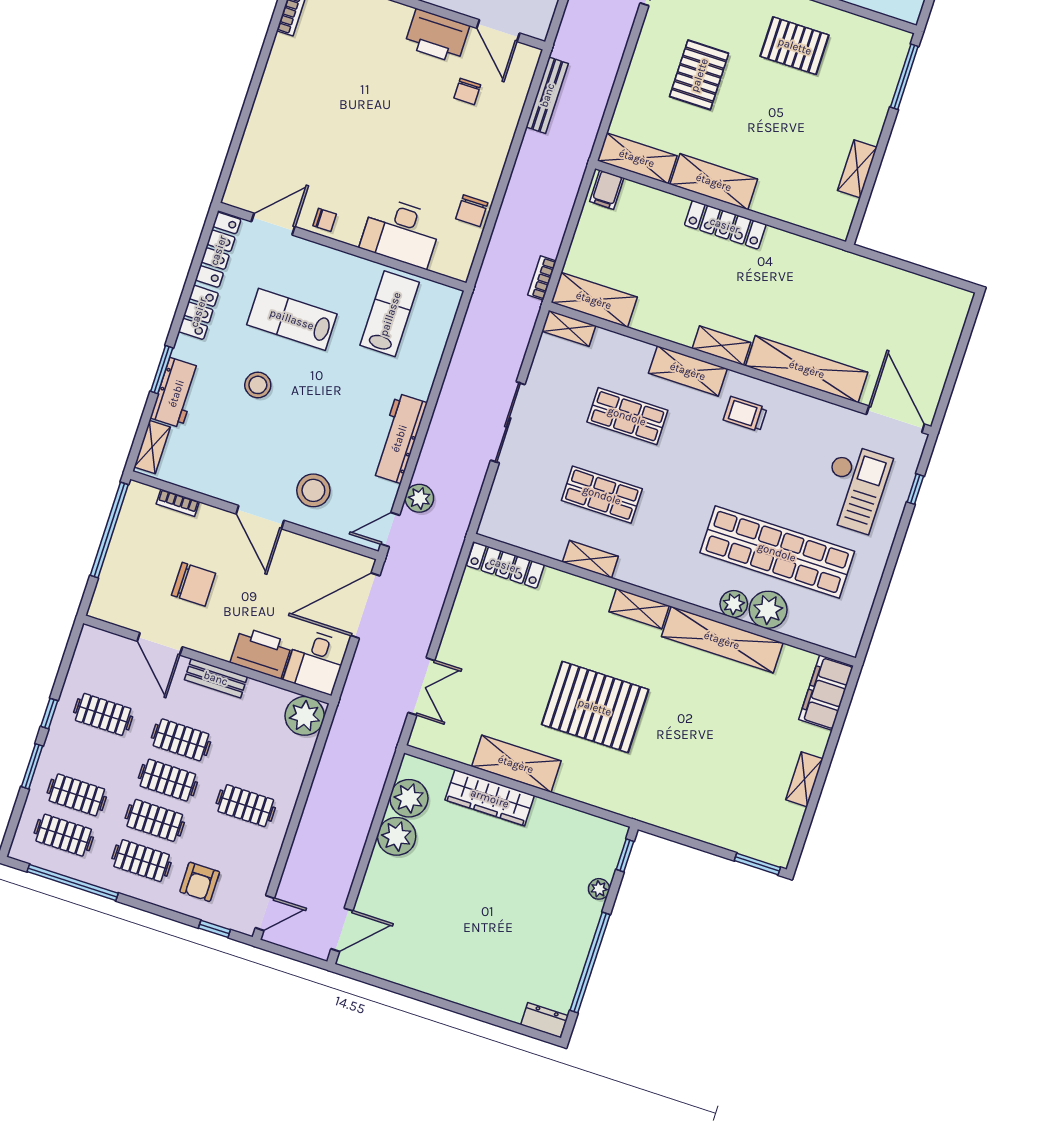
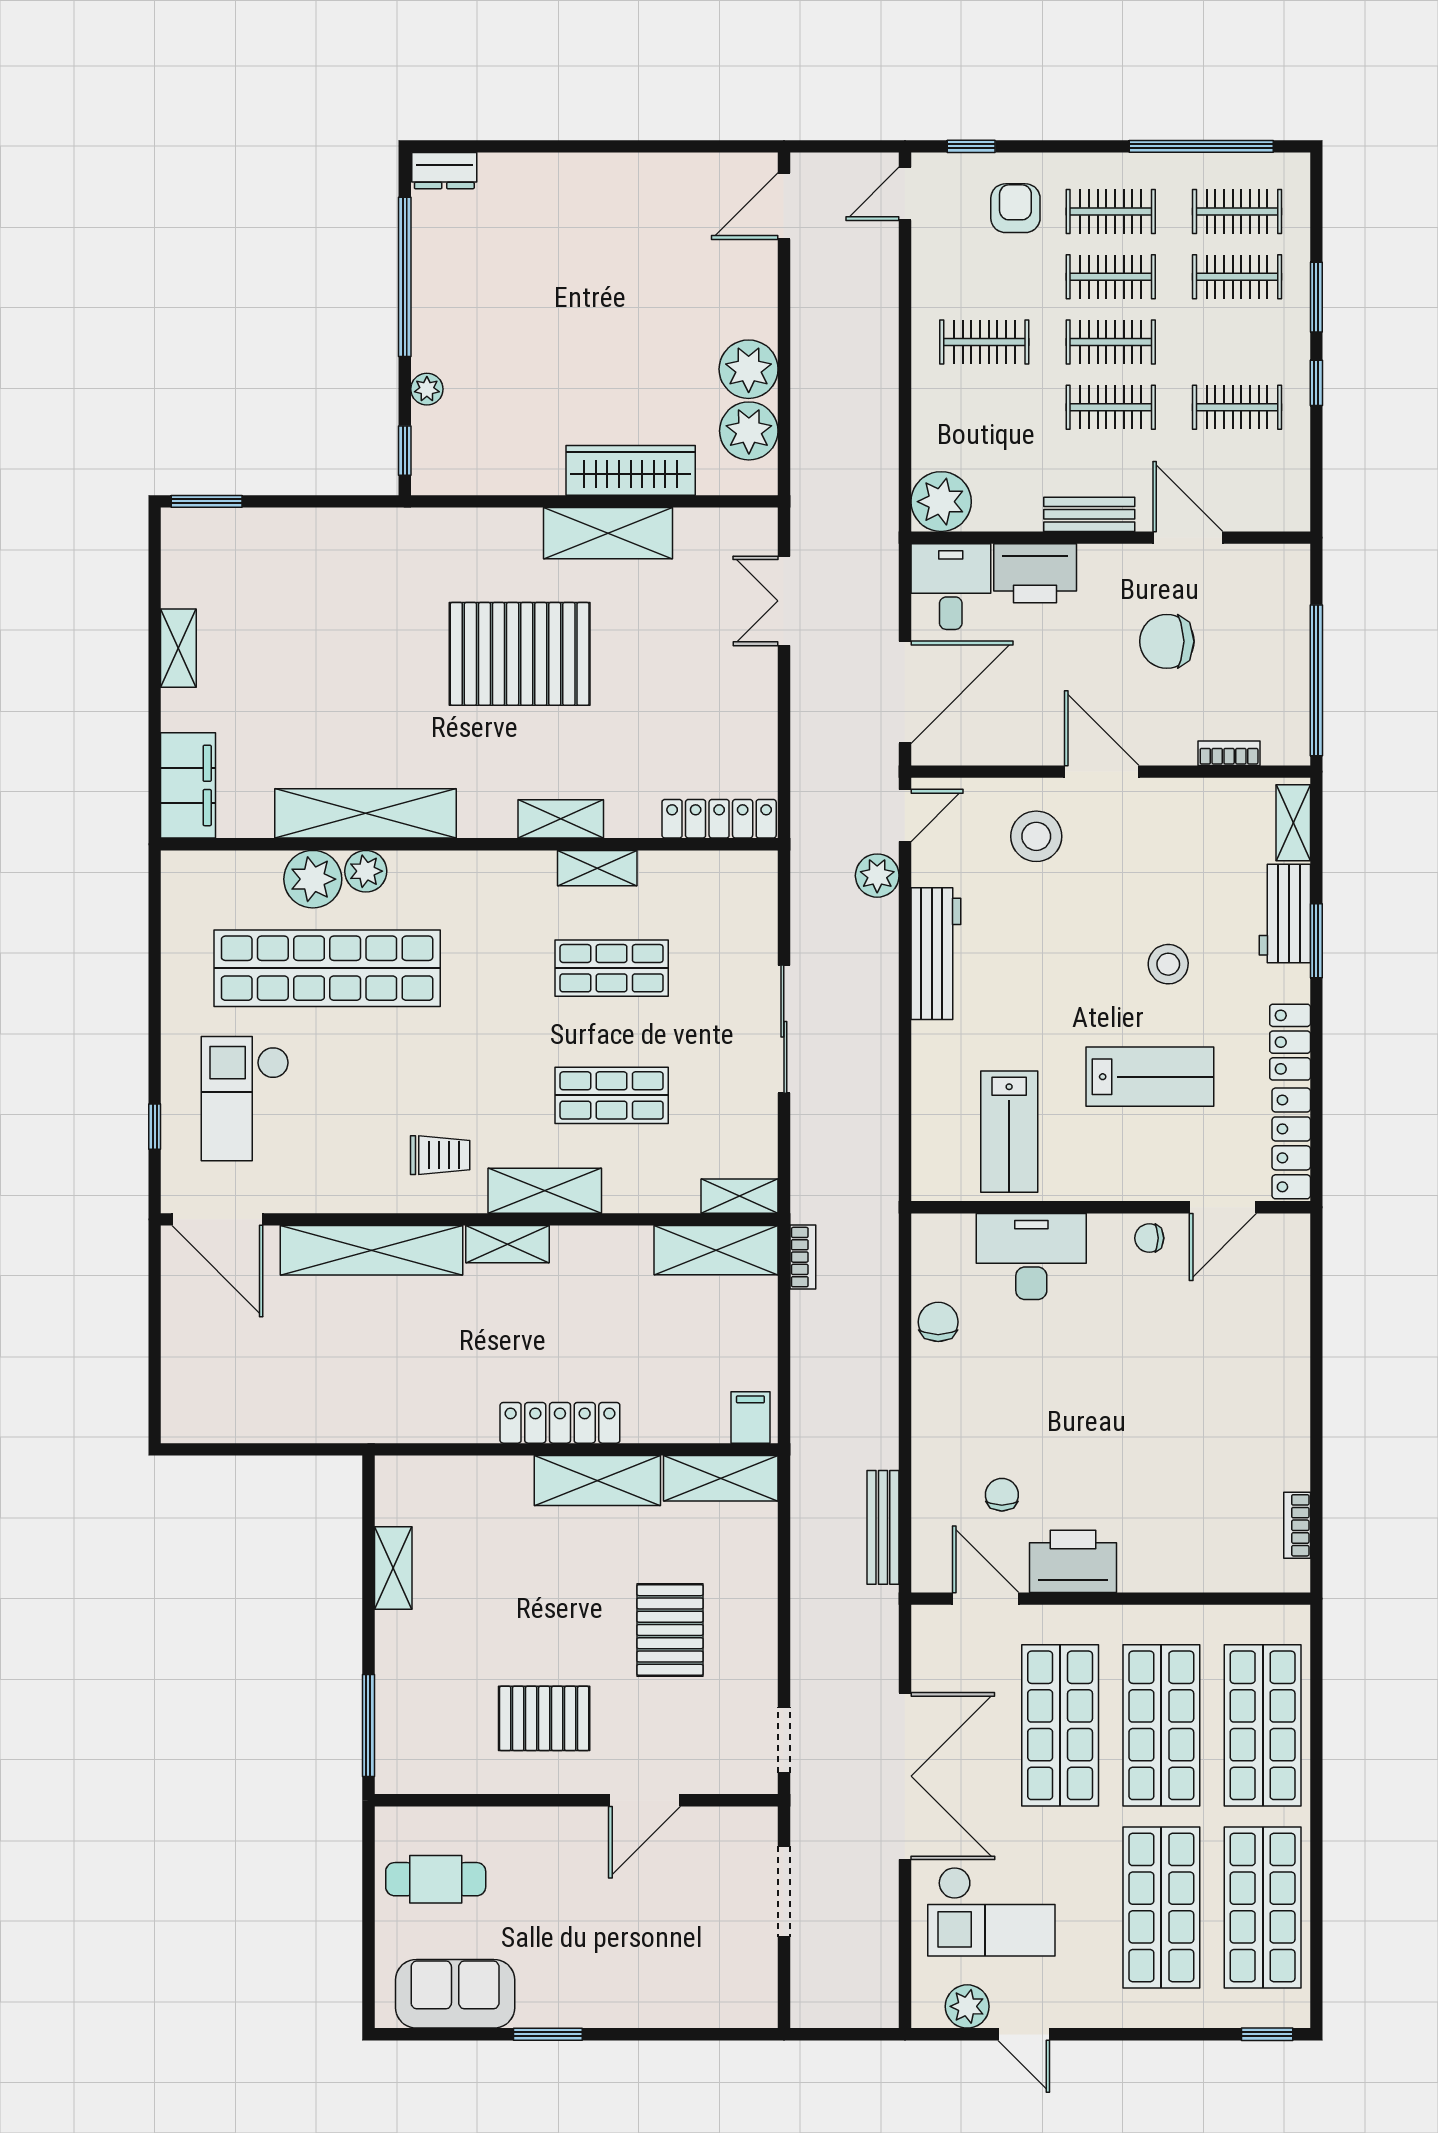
shelving: (639, 609) -> (561, 819), moved

